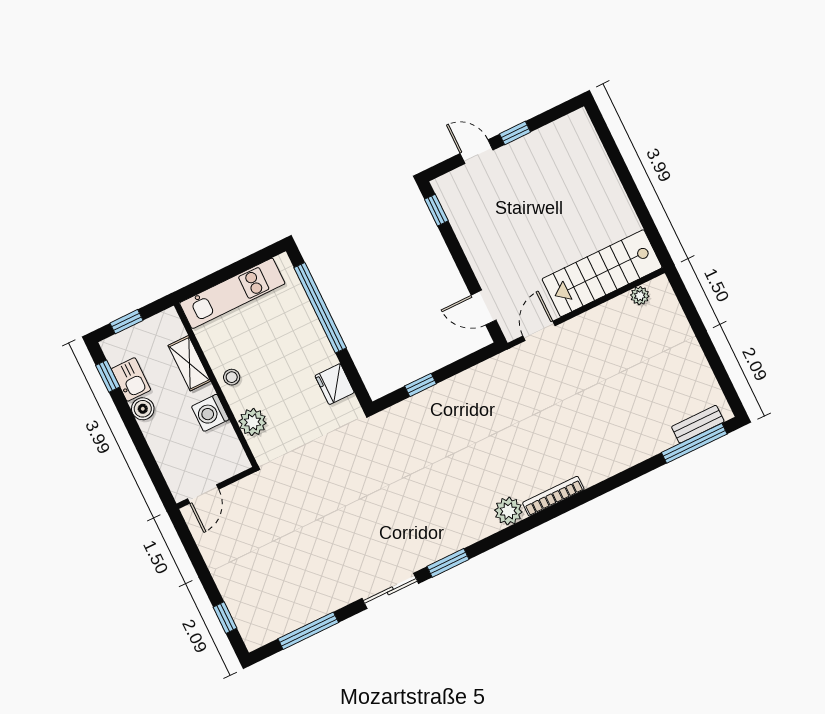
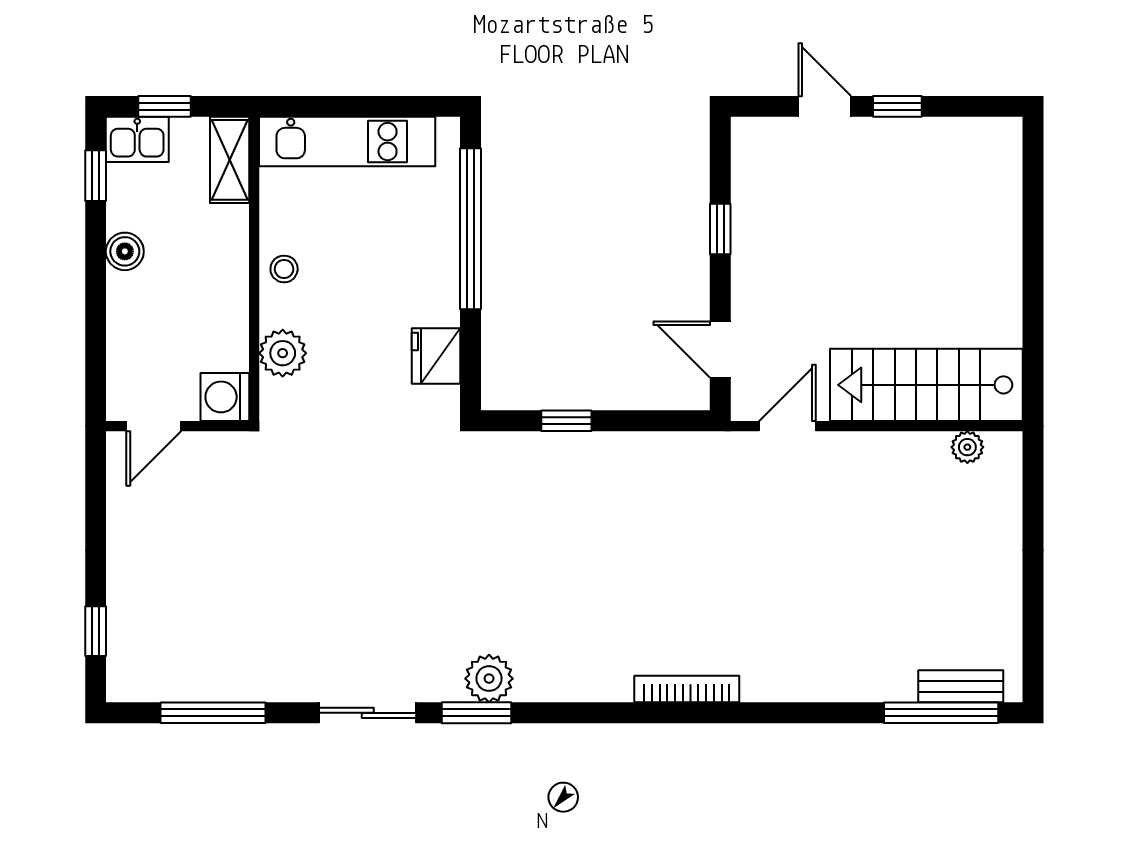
window: (436, 210) -> (720, 229), moved
shelving: (189, 363) -> (230, 160), moved
kitchen sink: (131, 379) -> (137, 139), moved, turned 90
washing machine: (210, 413) -> (225, 397), moved
plant: (508, 511) -> (489, 679), moved

